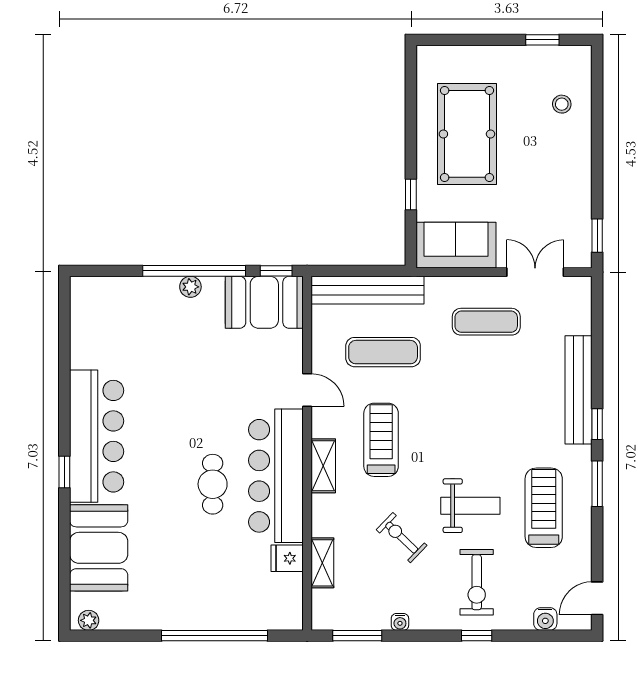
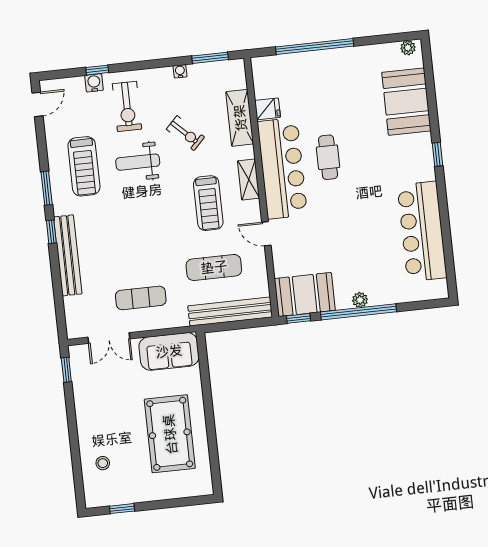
window: (411, 195) -> (206, 385), removed
bar counter: (97, 436) -> (422, 231), moved
shelving: (322, 563) -> (240, 118), width x1.50, depth x1.33
exercise bike: (477, 582) -> (127, 106), turned 180
water cooler: (545, 619) -> (94, 83), moved
window: (477, 636) -> (97, 70), moved

